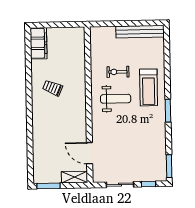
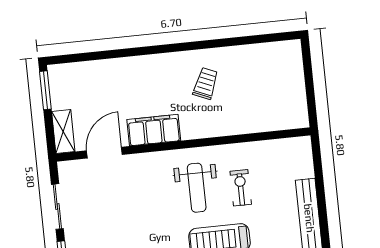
filing cabinet: (39, 43) -> (154, 130), moved, turned 180

